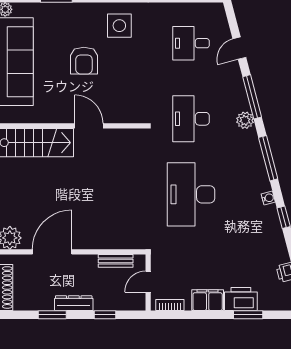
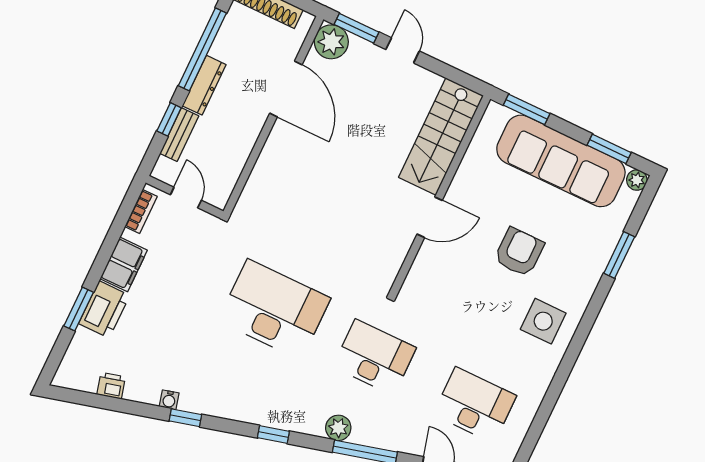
desk: (191, 43) -> (475, 405), width x1.37
armchair: (84, 61) -> (519, 252), turned 90
window: (268, 158) -> (273, 435), width x0.46
water cooler: (268, 198) -> (169, 400), moved
bench: (116, 261) -> (179, 135), moved
window: (52, 315) -> (202, 49), width x2.11

